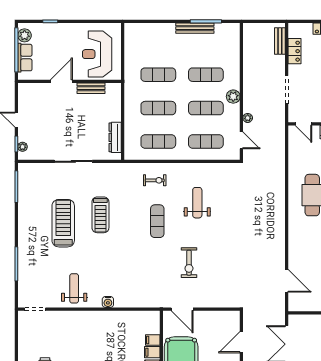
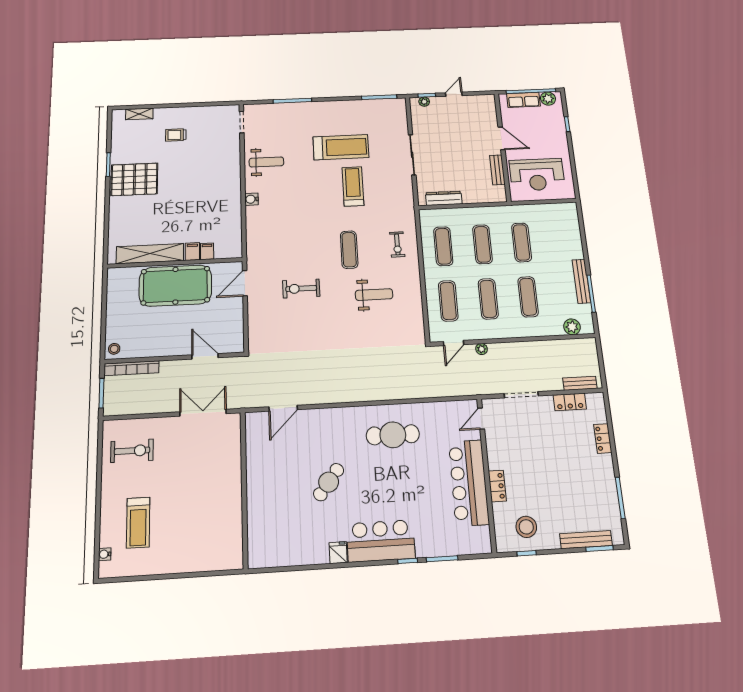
reception desk: (97, 54) -> (537, 175), turned 180
plant: (233, 97) -> (572, 327), moved
treadmill: (100, 215) -> (353, 186), turned 90
exercise mat: (157, 221) -> (349, 250), turned 90

